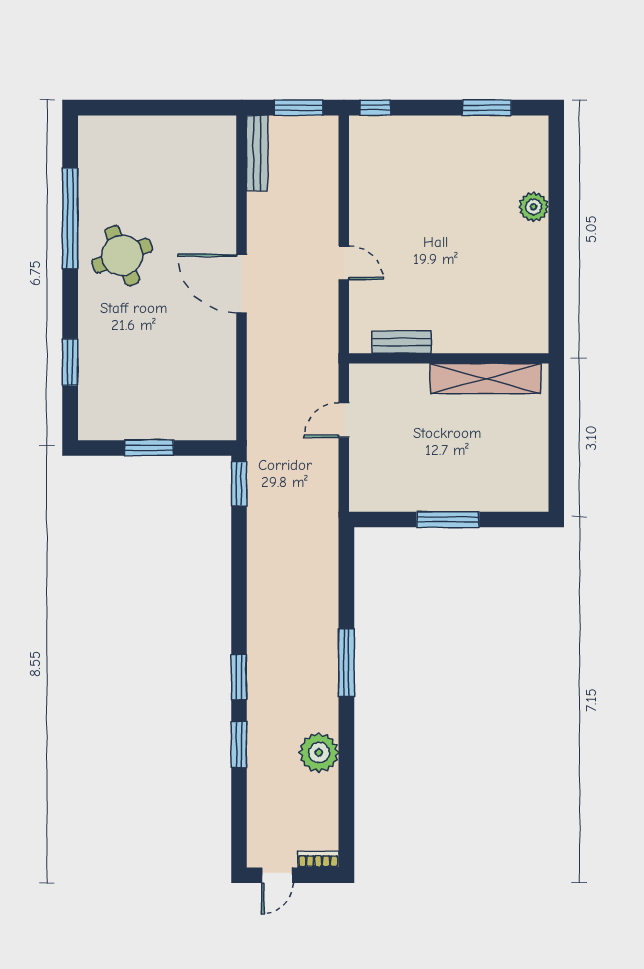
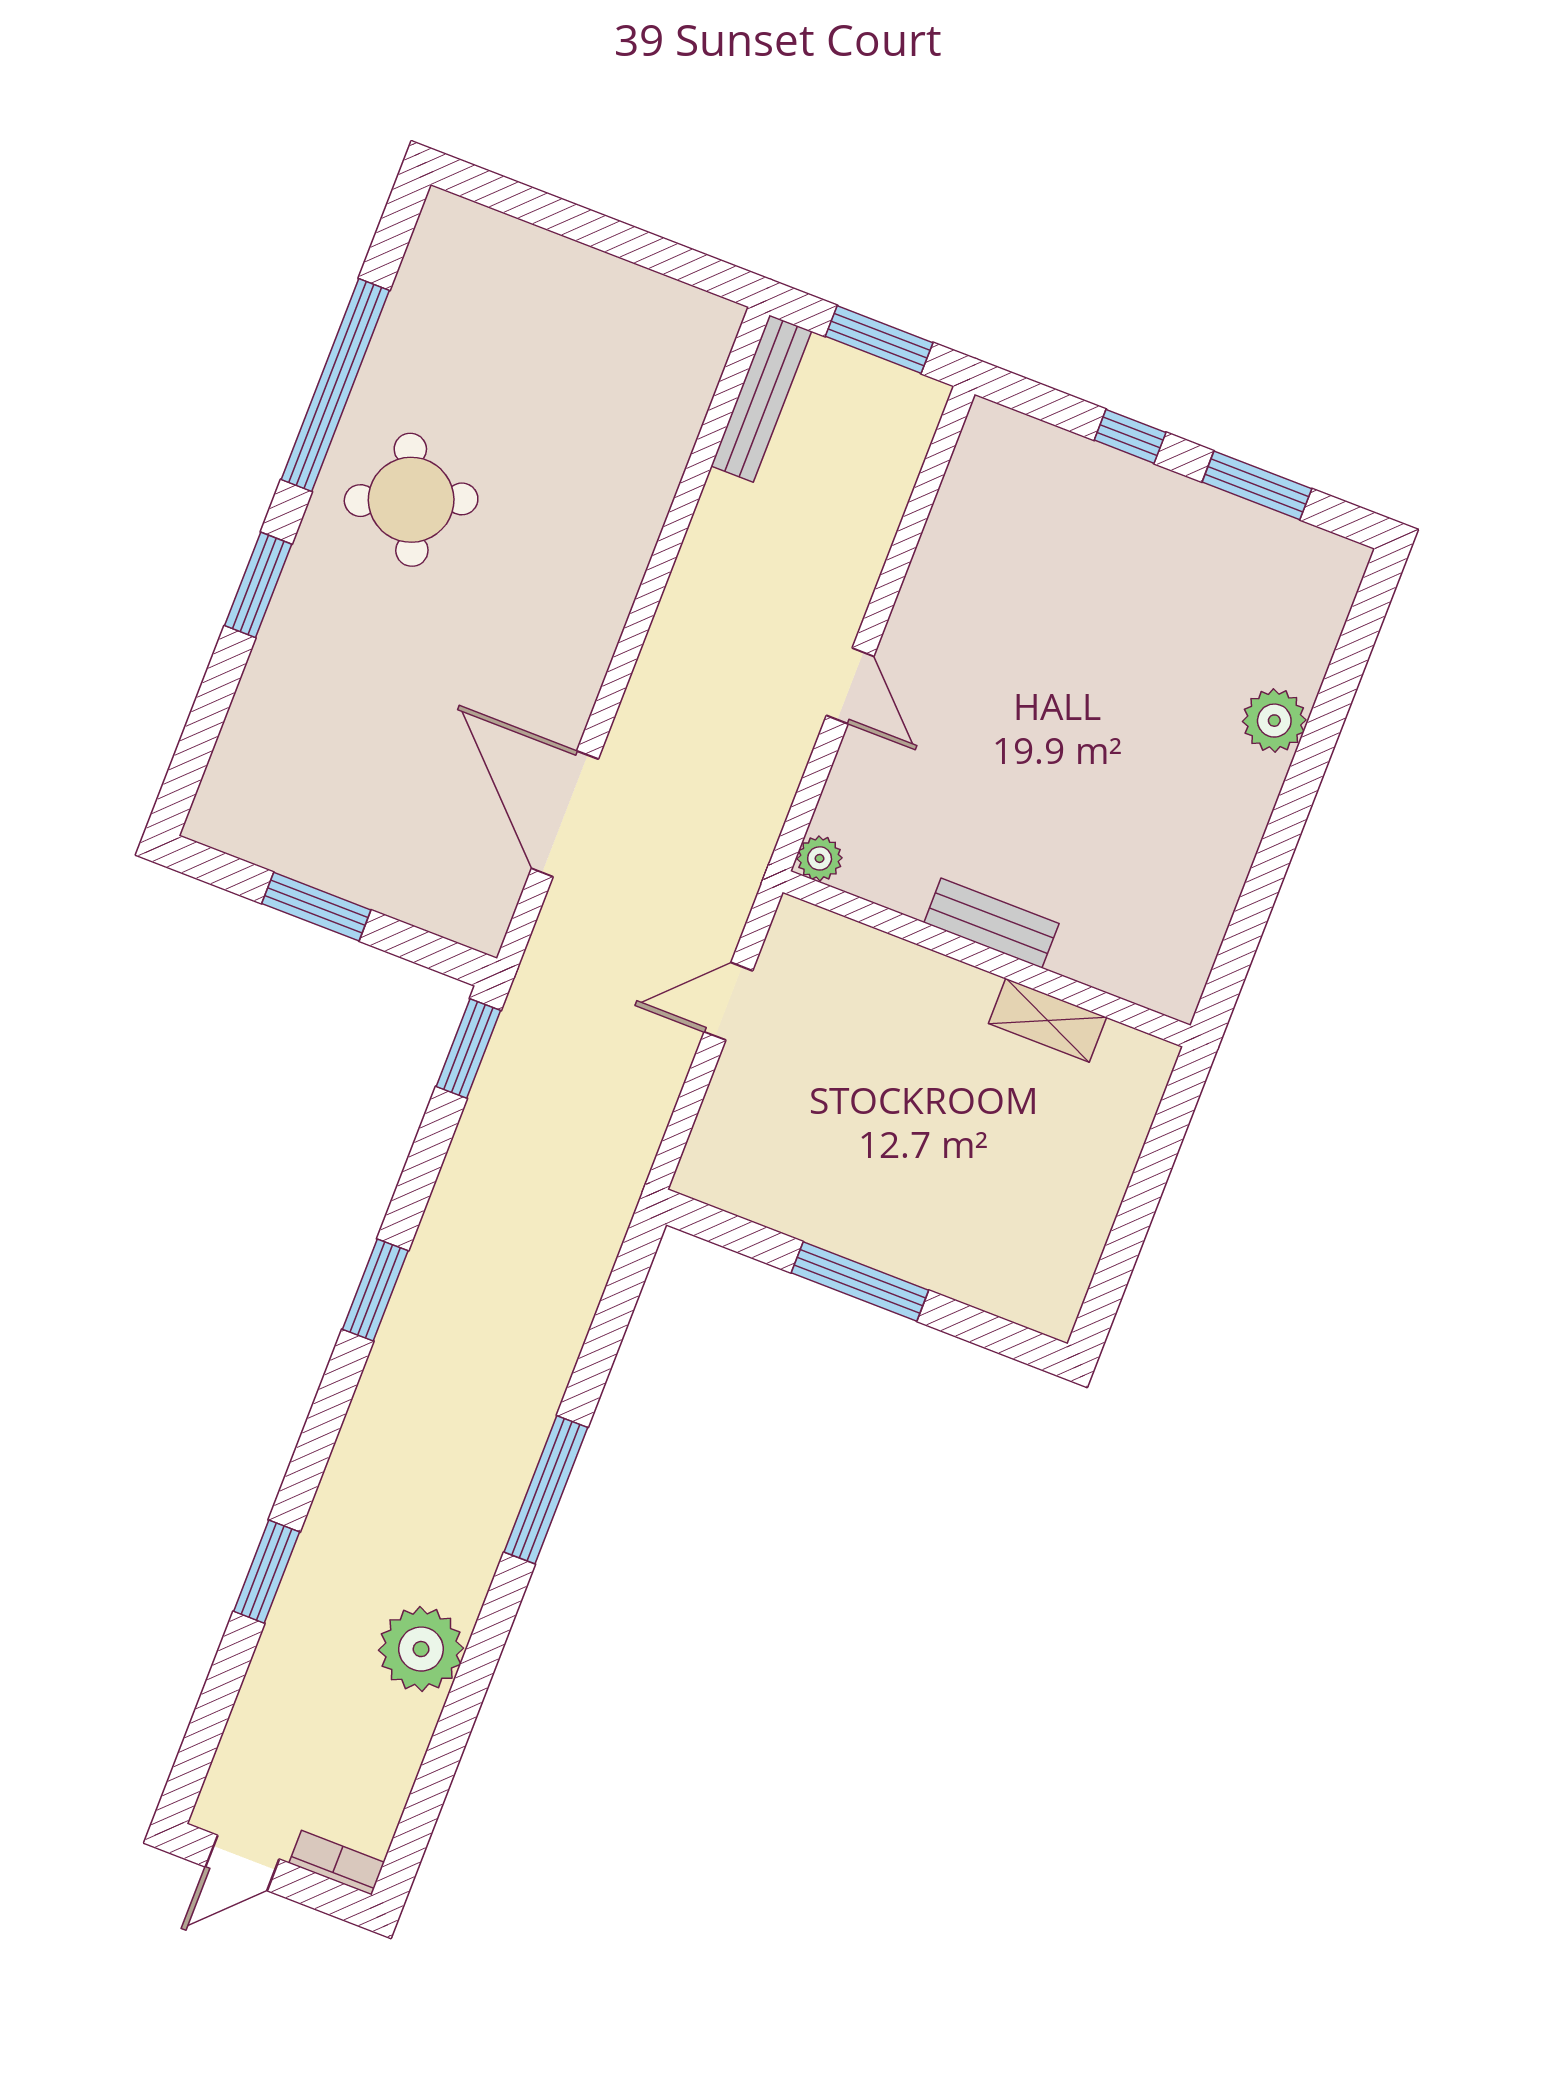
window: (375, 108) -> (1130, 436), moved
door: (242, 284) -> (565, 814), moved
bench: (401, 342) -> (991, 923), moved
plant: (359, 343) -> (820, 858), added
window: (70, 362) -> (258, 585), moved
shelving: (486, 379) -> (1048, 1020), width x0.45, depth x0.75
window: (239, 677) -> (375, 1290), moved

